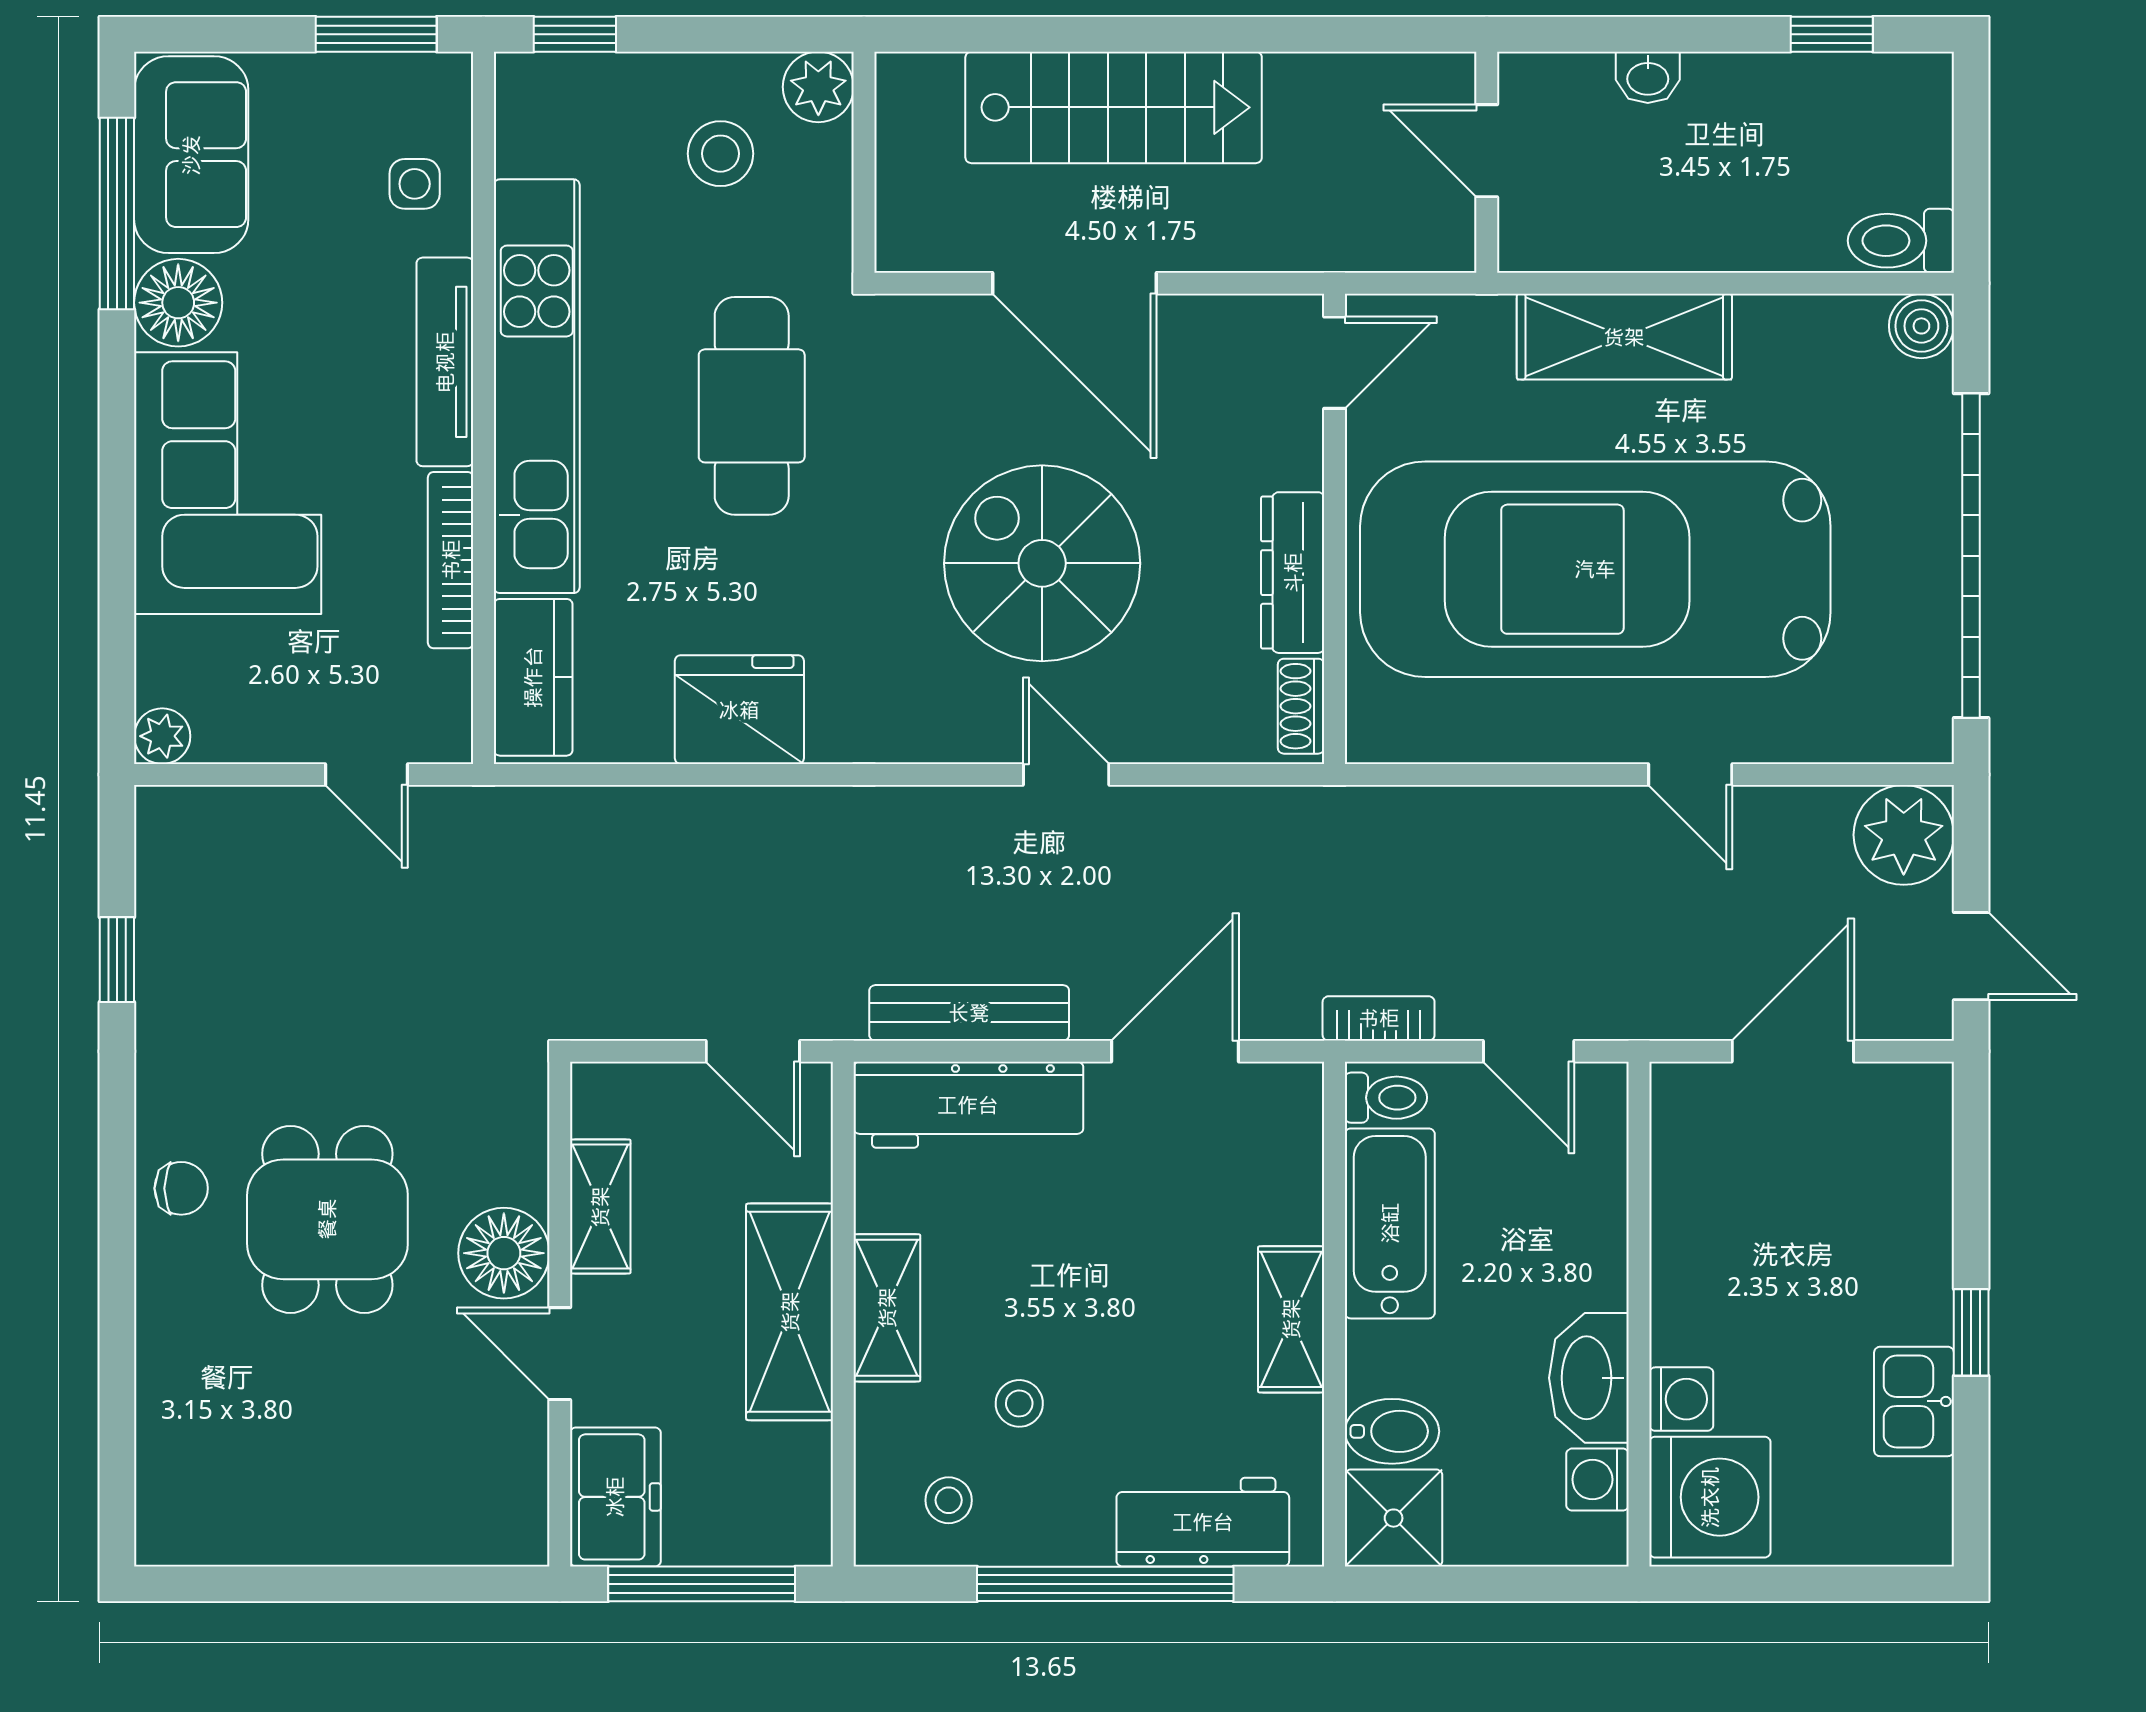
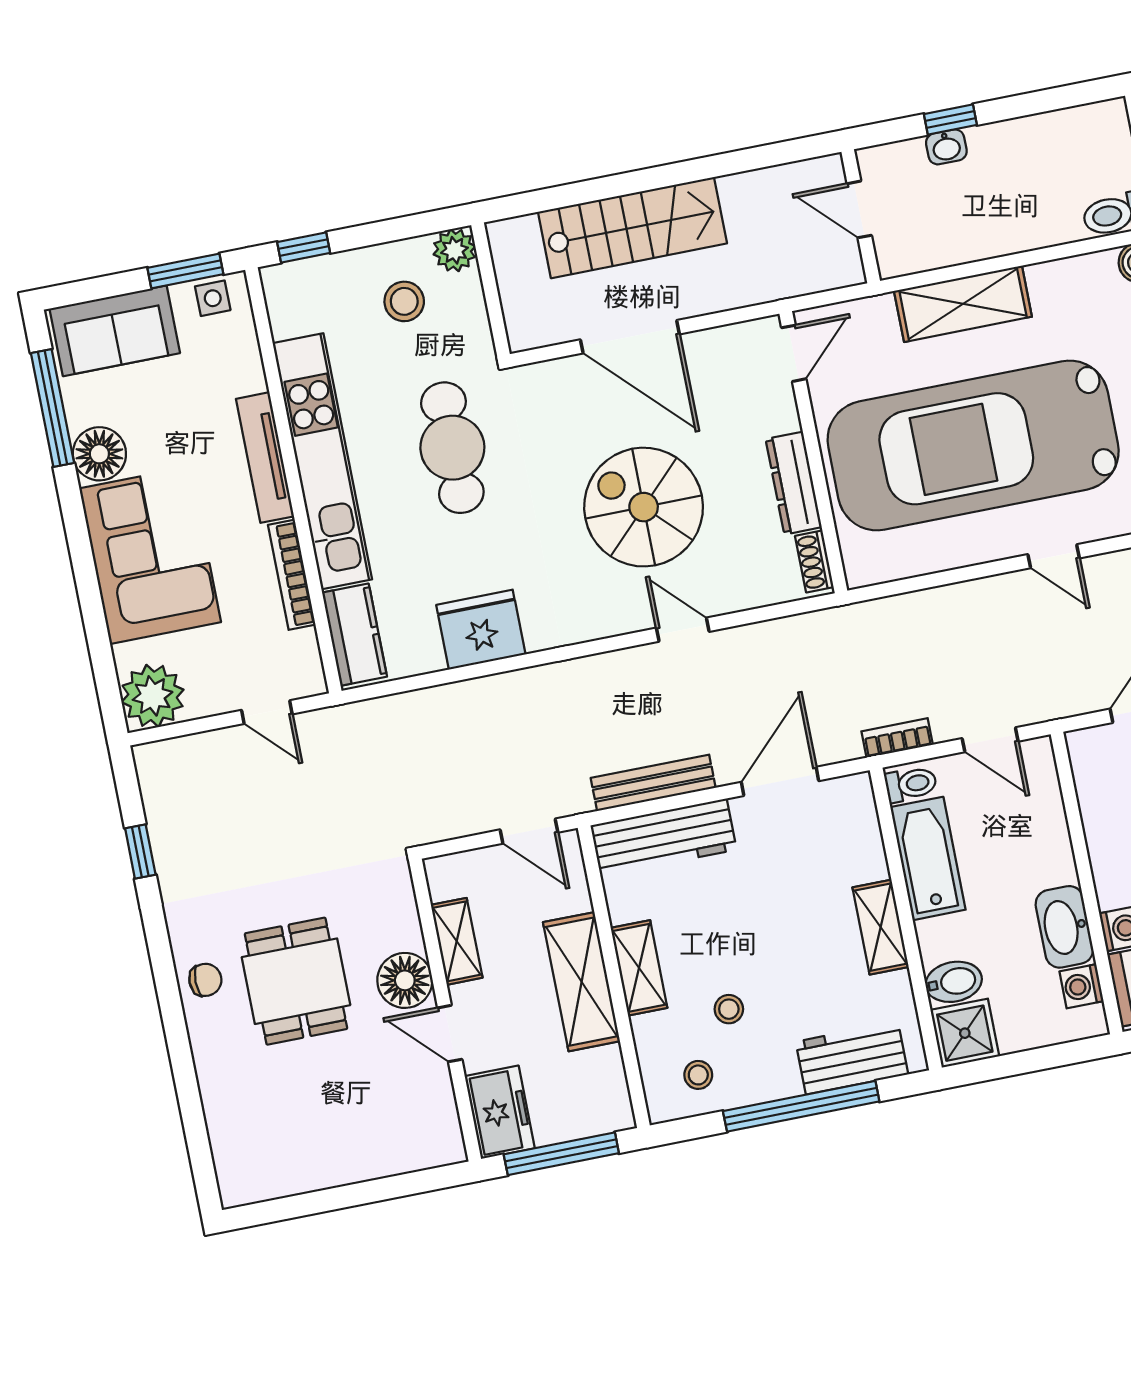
window: (1832, 34) -> (950, 119), moved
sofa: (191, 155) -> (115, 331), moved, turned 90
side table: (415, 184) -> (213, 298), moved
plant: (162, 736) -> (153, 696), width x1.87, depth x1.87

